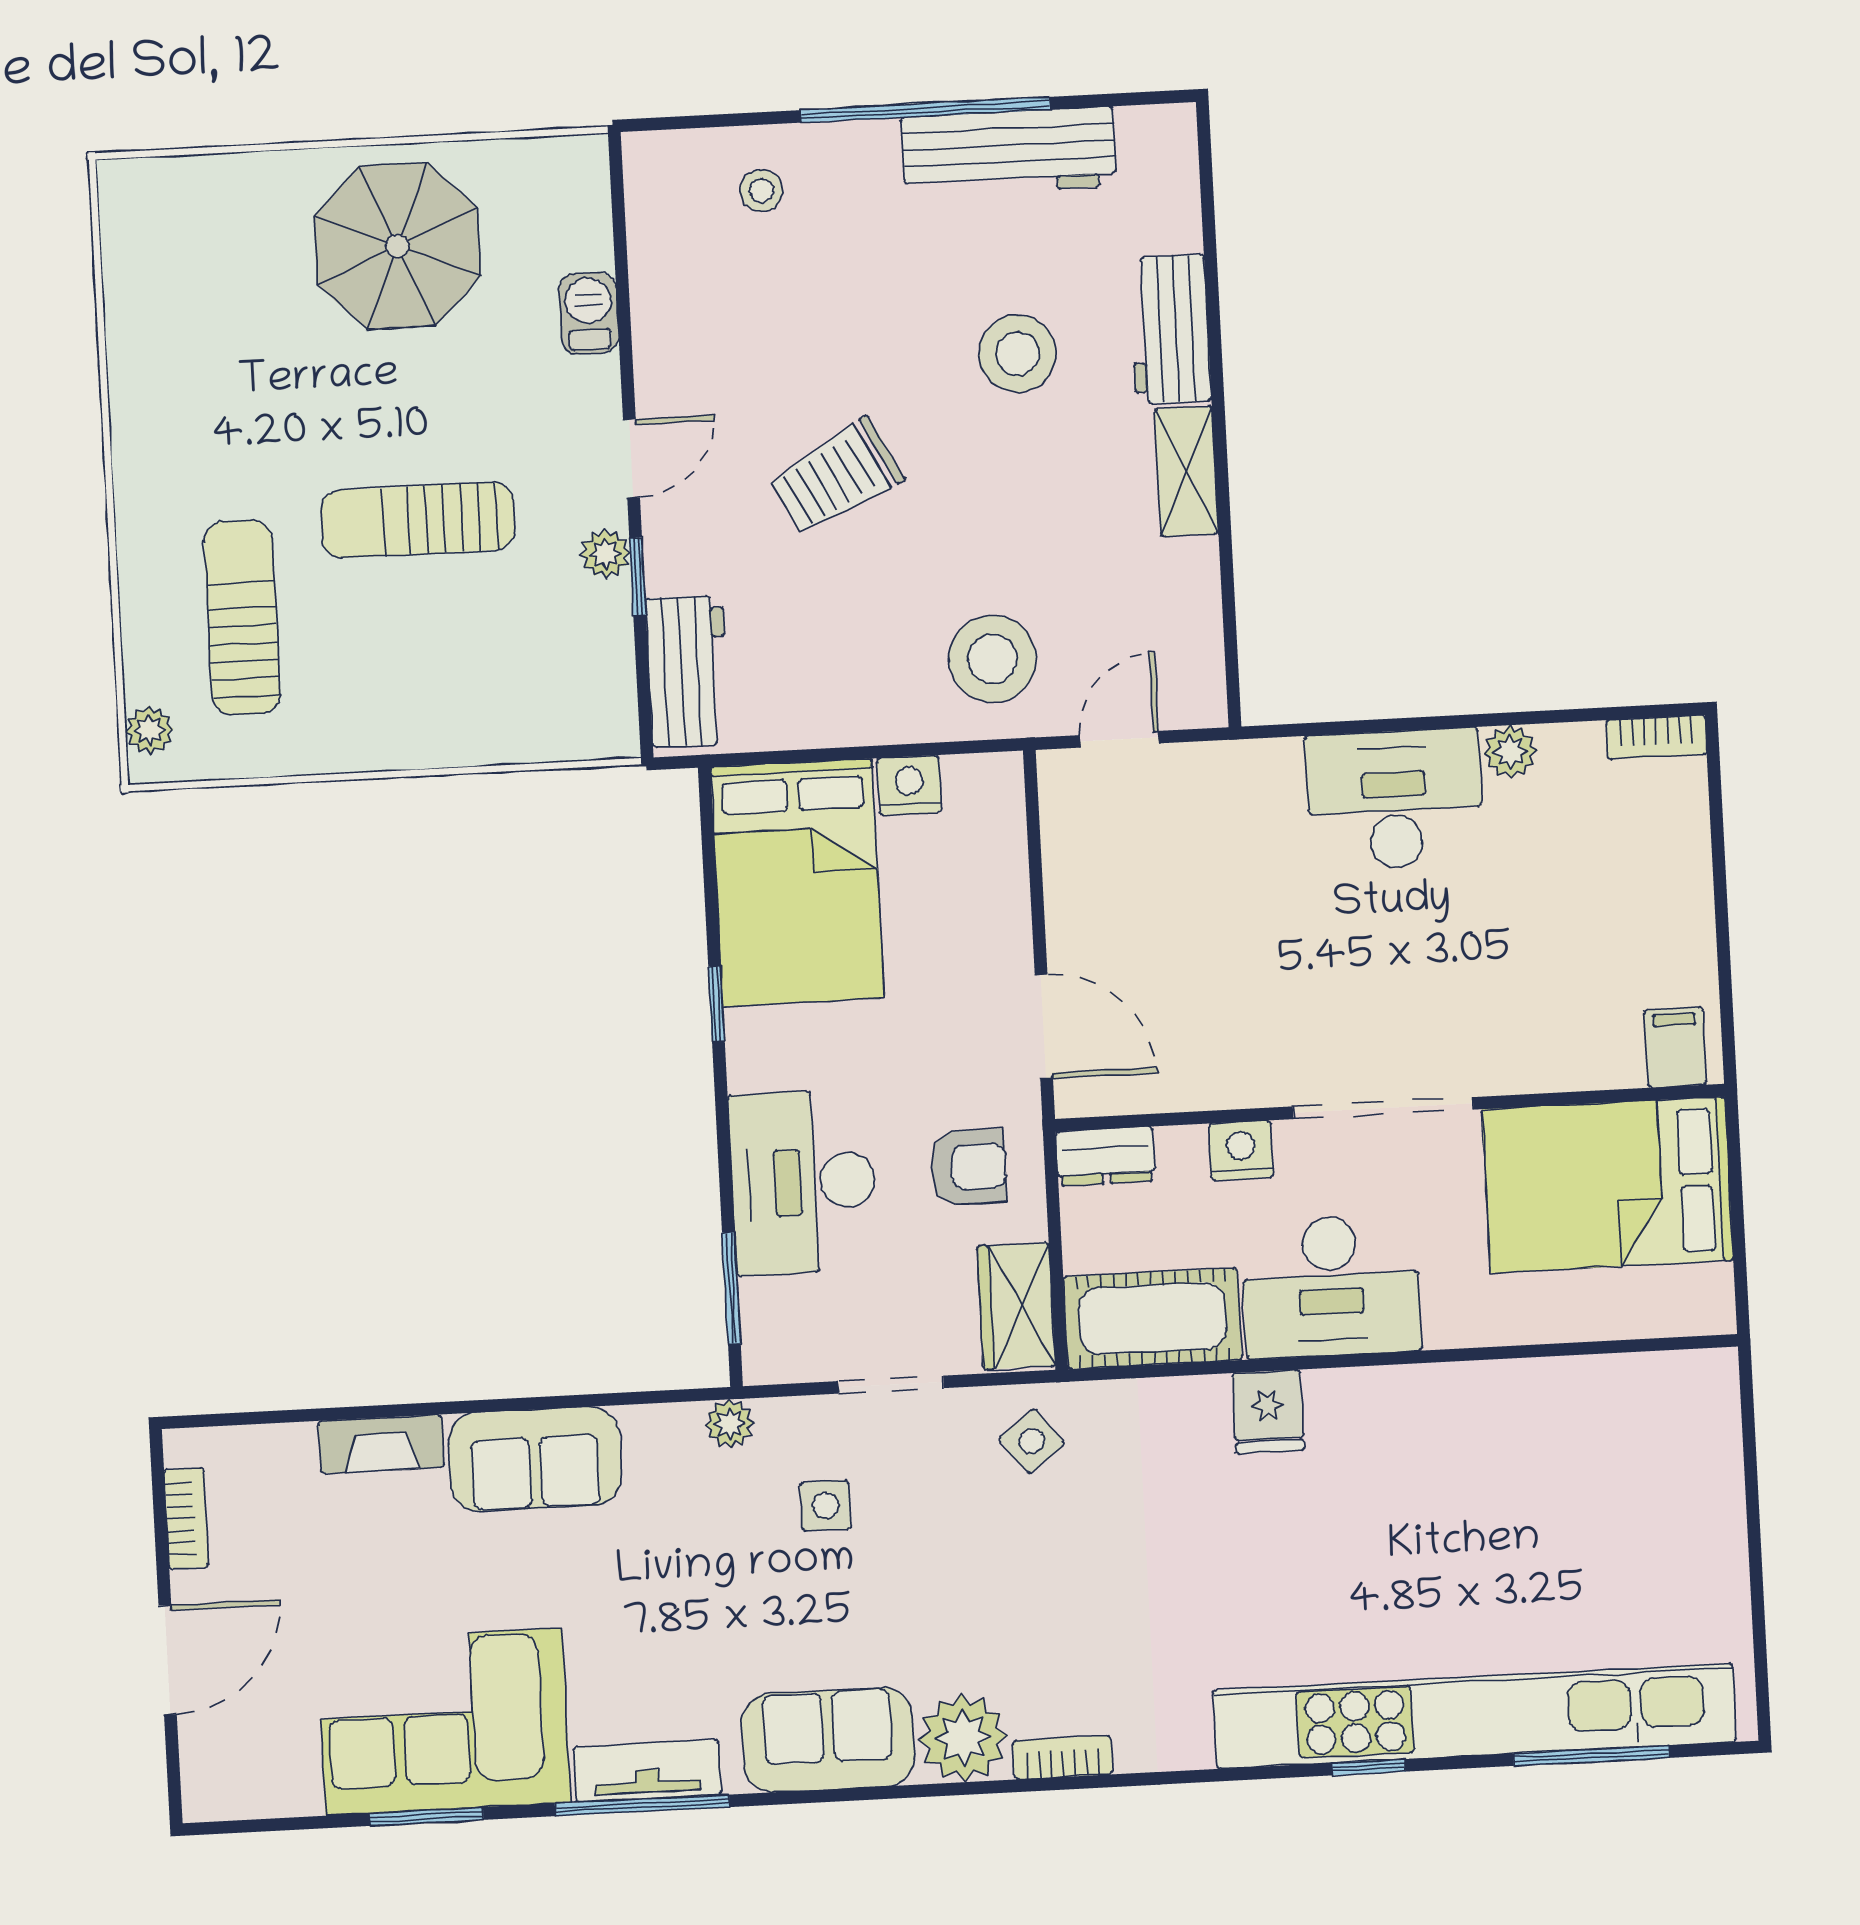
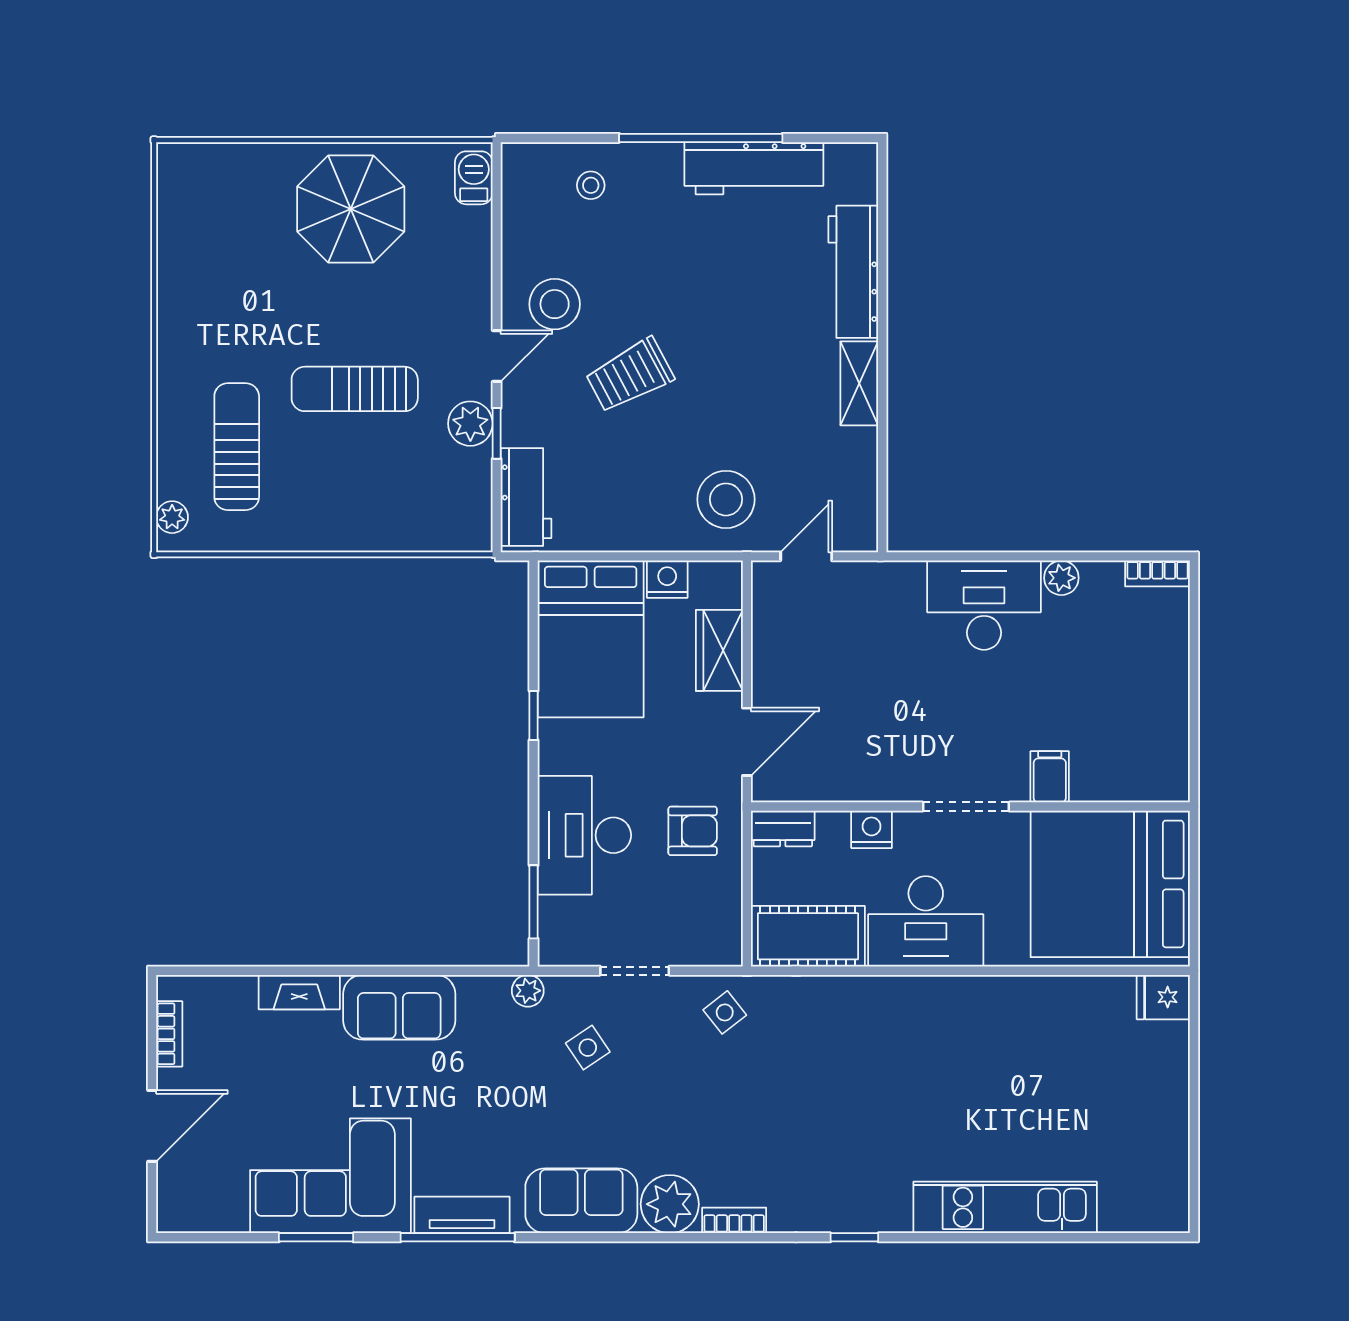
barbecue: (589, 313) -> (474, 178), moved
workbench: (1170, 329) -> (853, 272), width x1.38
stool: (1018, 353) -> (555, 304), moved
plant: (605, 554) -> (470, 424), width x1.38, depth x1.38
door: (1044, 1027) -> (747, 742), hinge flipped
filing cabinet: (1675, 1047) -> (1050, 777), moved
doorway: (1383, 1108) -> (966, 807), width x0.73
bed: (1608, 1185) -> (1110, 884), width x1.36
wardrobe: (1016, 1306) -> (719, 650), moved
fridge: (1268, 1412) -> (1163, 997), moved, turned 90
side table: (826, 1506) -> (588, 1048), turned -34
kitchen unit: (1475, 1716) -> (1005, 1207), width x0.54
window: (1591, 1756) -> (1080, 1237), removed
window: (1368, 1767) -> (854, 1237), moved

